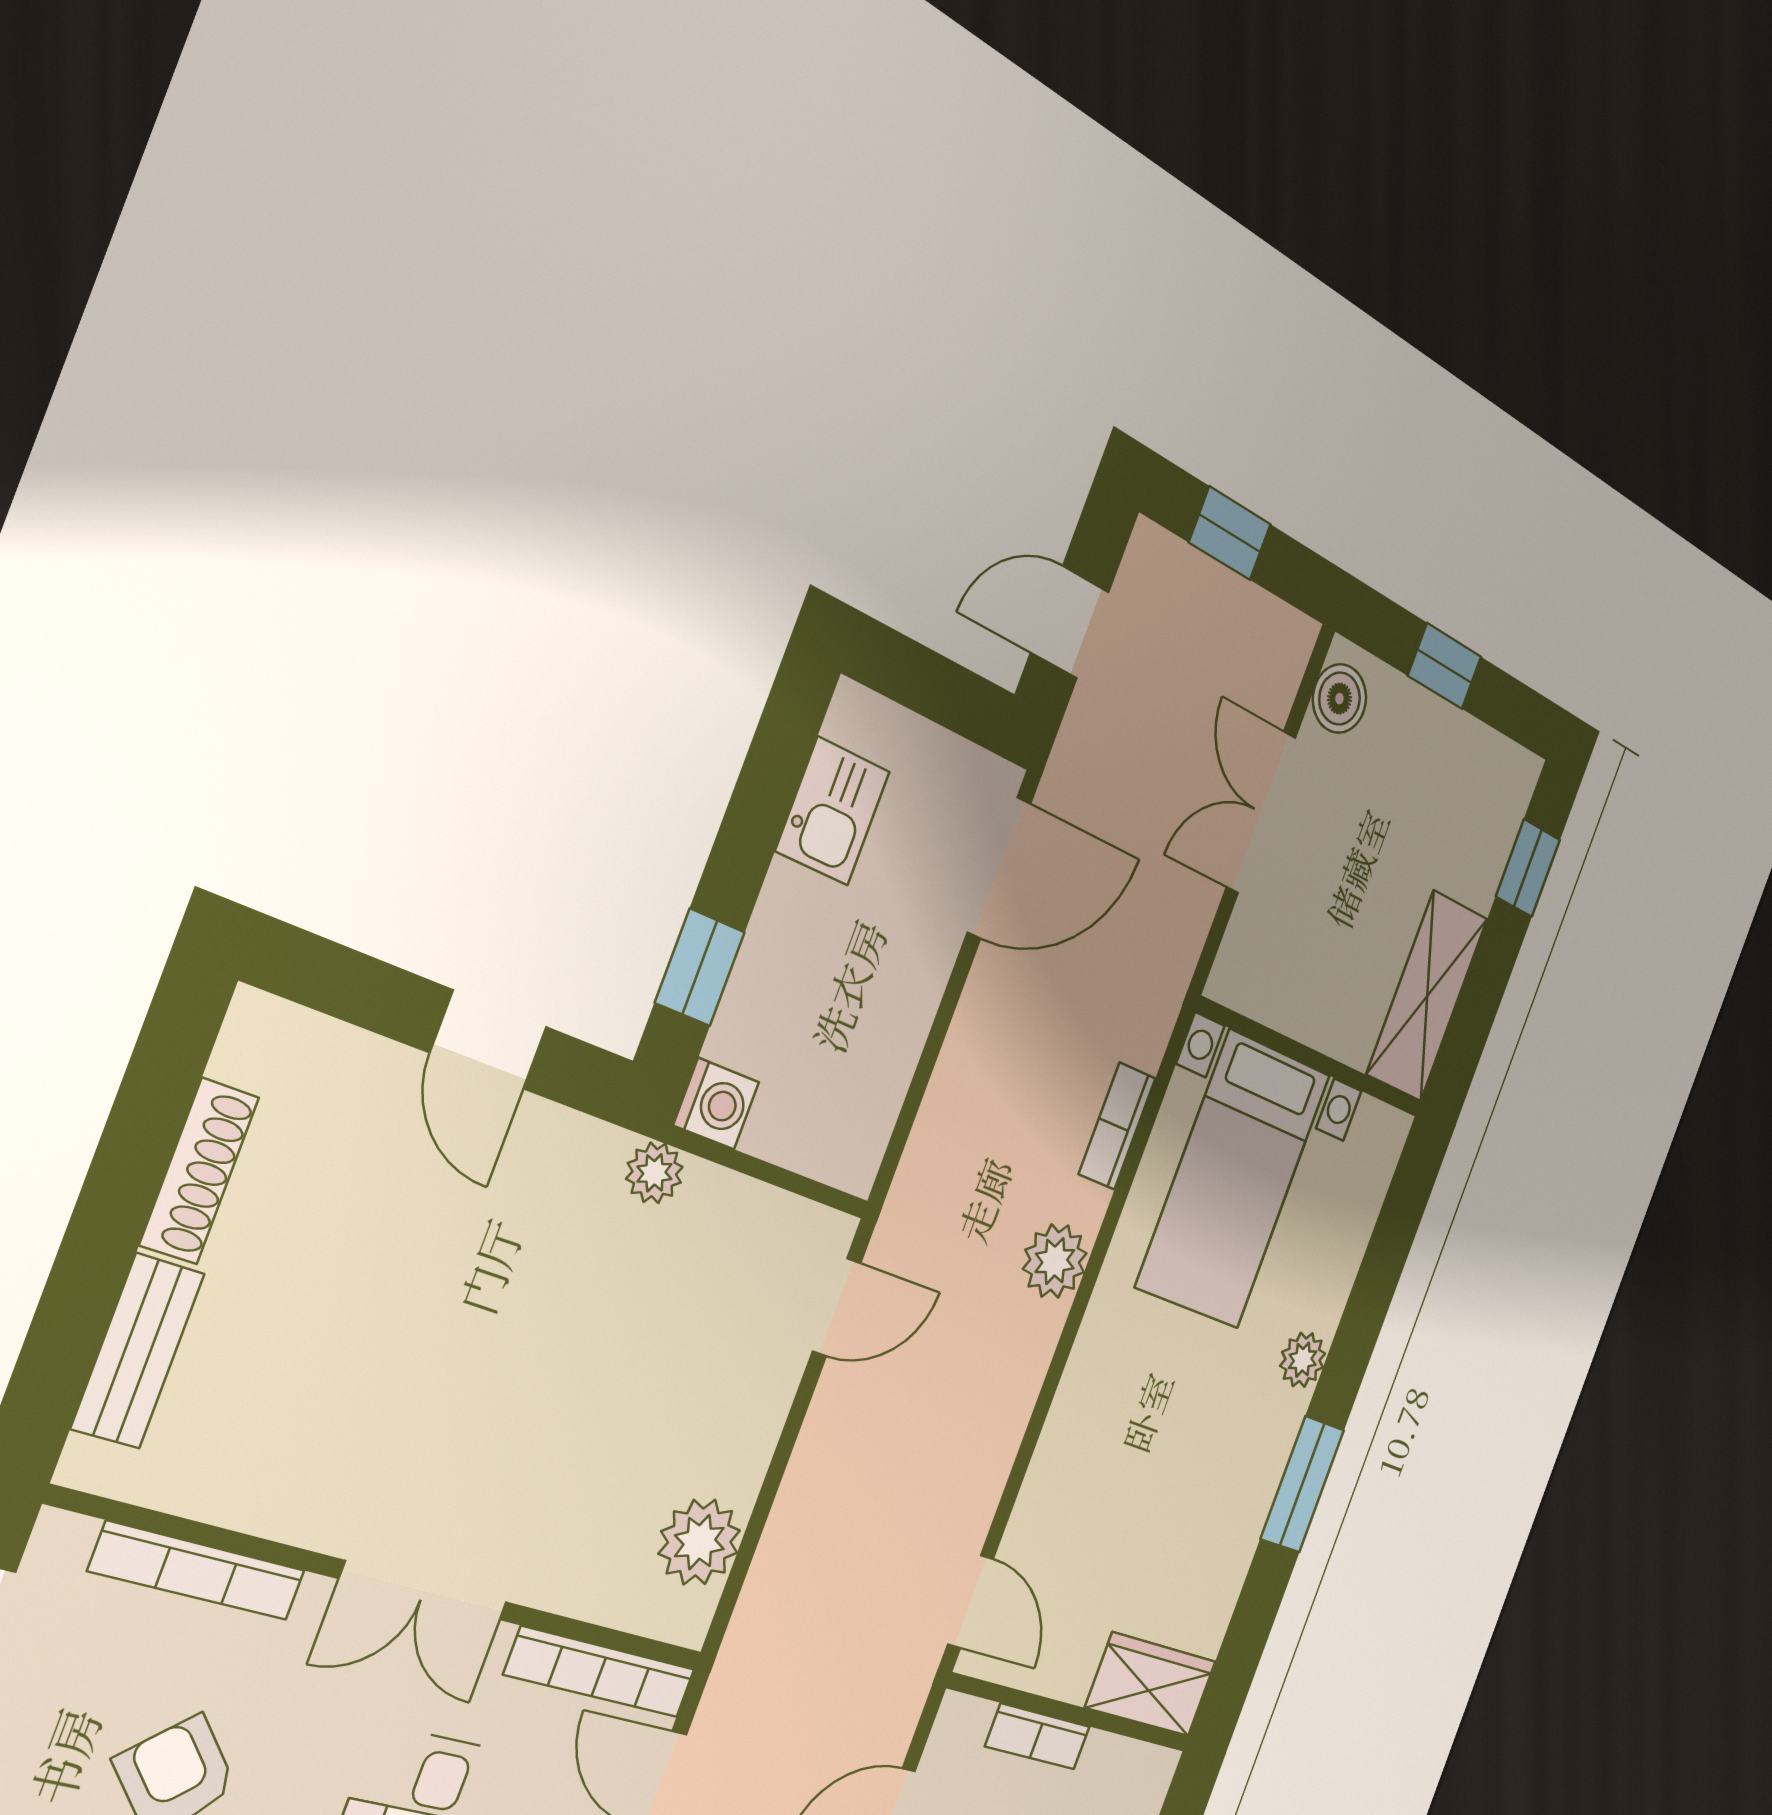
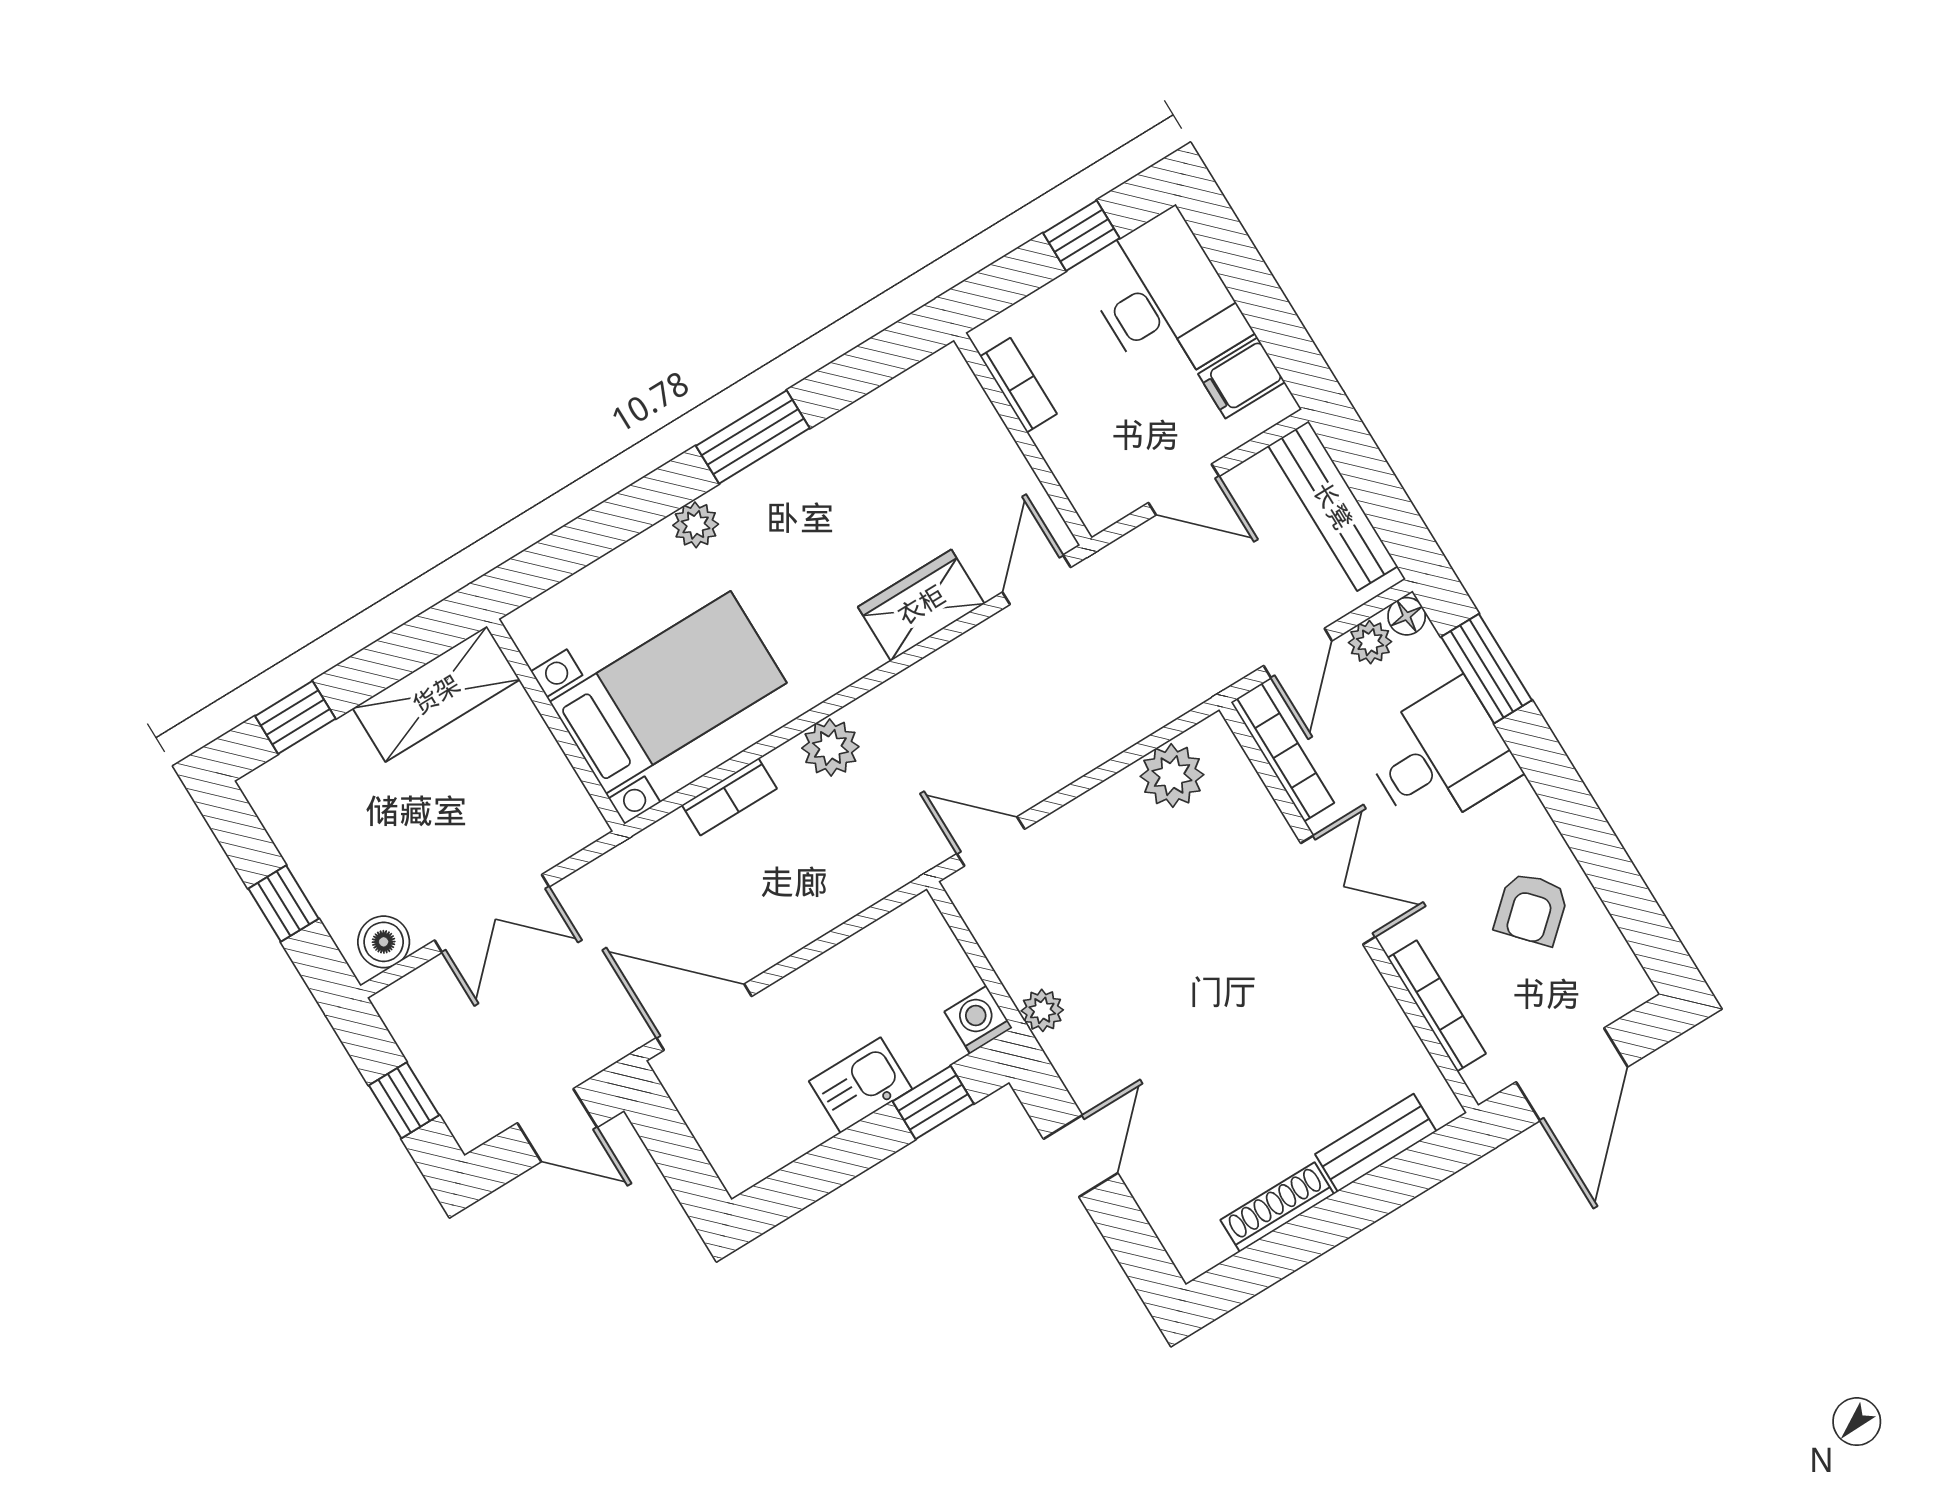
kitchen sink: (833, 811) -> (861, 1085), moved
wardrobe: (1151, 1684) -> (921, 605), moved, turned 90
bookcase: (1038, 1736) -> (1019, 385), moved

